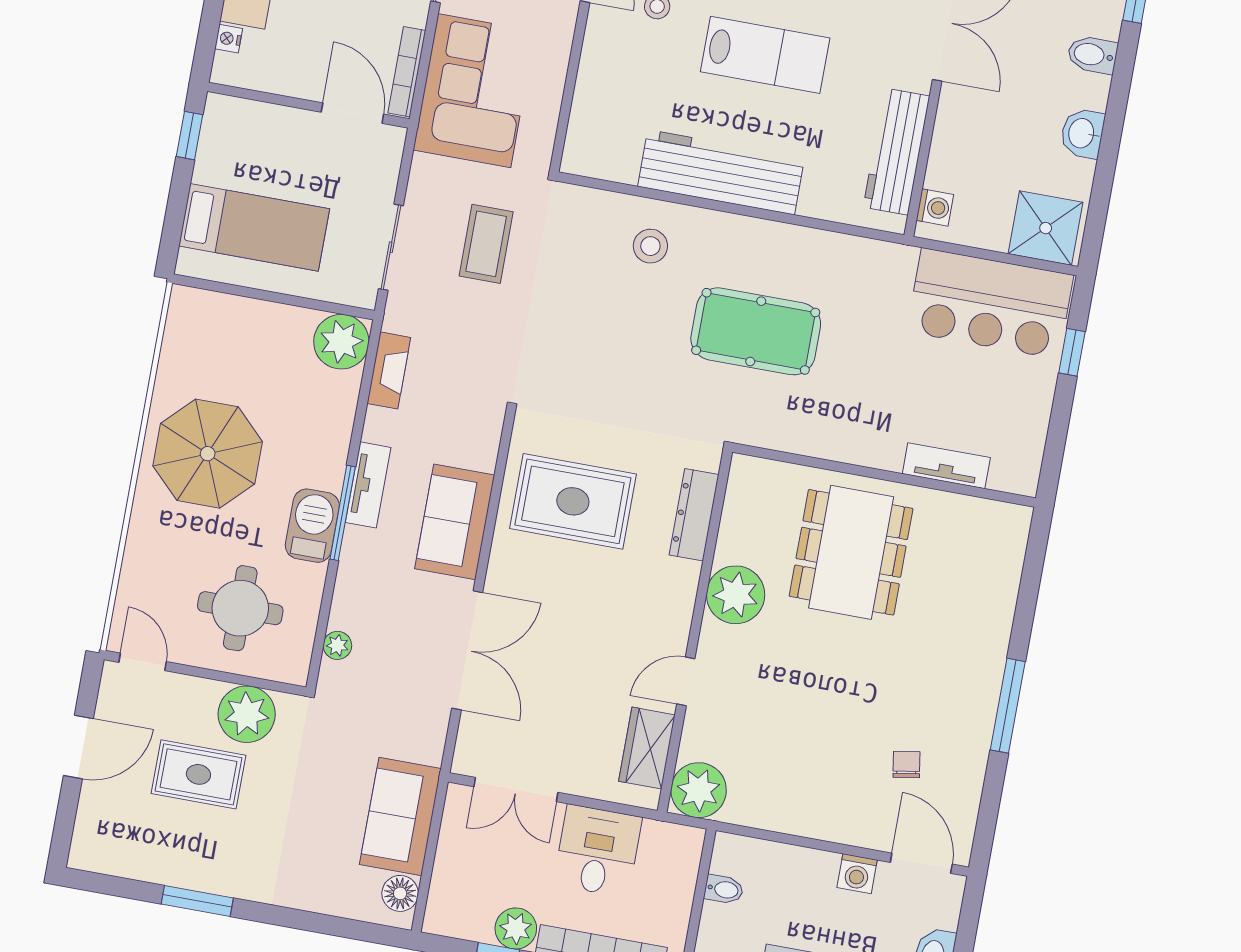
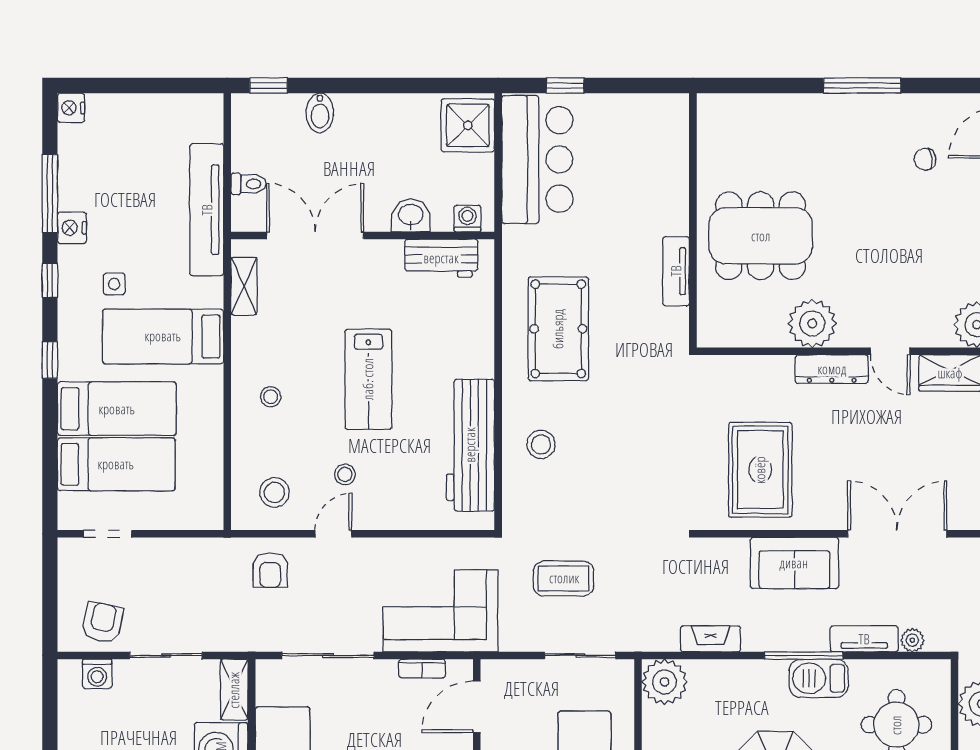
lab bench: (765, 55) -> (368, 379), turned 180
bookcase: (407, 72) -> (422, 668), width x0.64
washbasin: (1082, 133) -> (411, 216), moved, turned 180
workbench: (896, 152) -> (441, 258), width x0.73
workbench: (721, 172) -> (470, 445), moved
pool table: (756, 331) -> (558, 329), moved
fireplace: (389, 370) -> (711, 639), moved
tv unit: (946, 466) -> (676, 271), moved
tv unit: (368, 485) -> (864, 639), moved
dresser: (694, 515) -> (832, 369), moved

